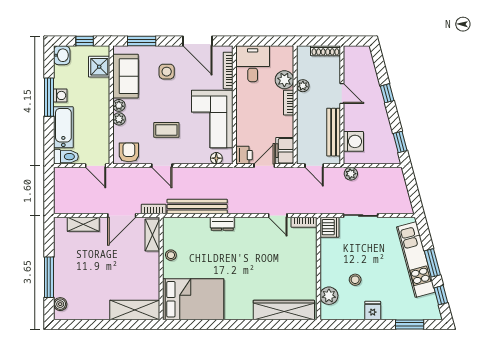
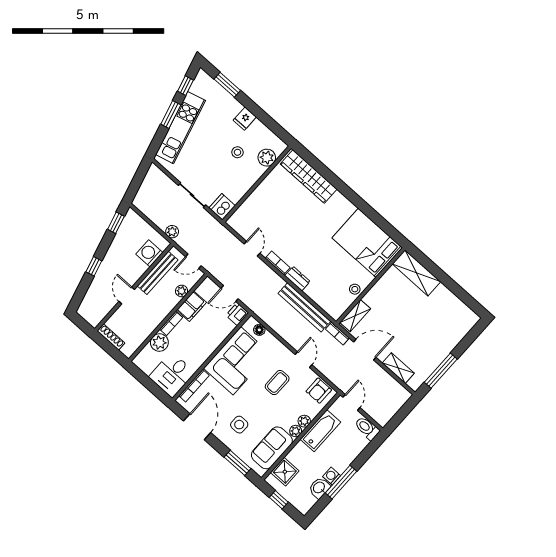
washbasin: (62, 55) -> (319, 488), moved
plant: (303, 86) -> (182, 291), moved
bathtub: (63, 127) -> (320, 431), moved, turned 180
coffee table: (166, 130) -> (277, 383), turned 90
filing cabinet: (285, 151) -> (192, 306), moved
door: (314, 166) -> (193, 261), swing flipped
bookcase: (304, 222) -> (278, 263), moved
window: (49, 277) -> (441, 371), moved
boiler: (60, 304) -> (466, 325), removed

